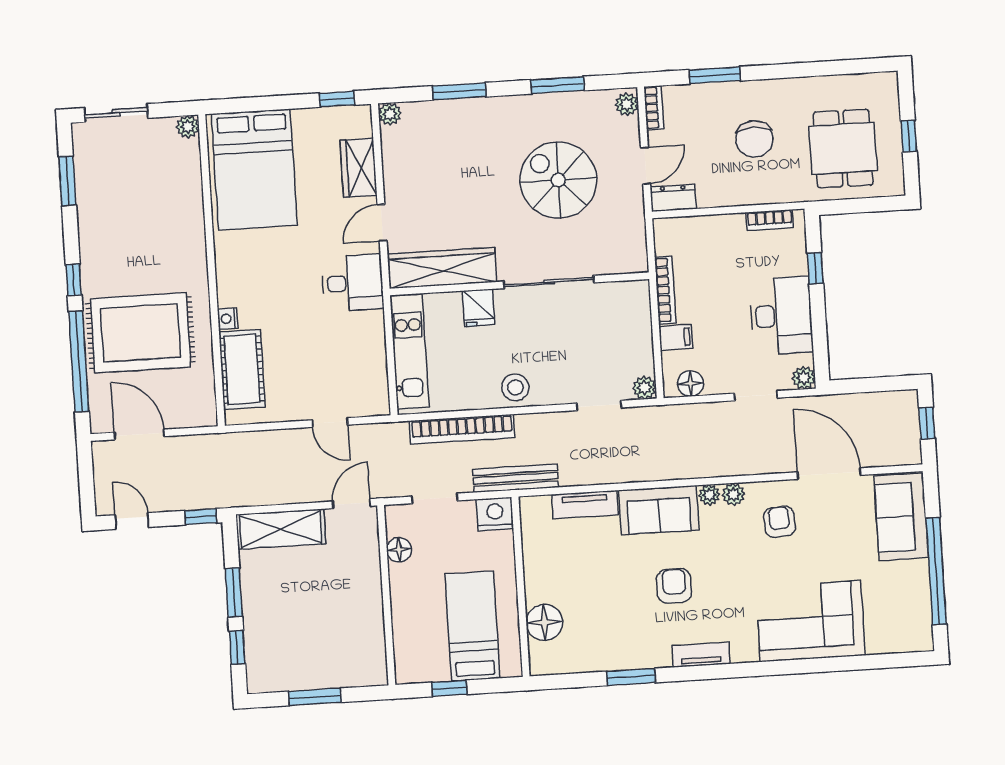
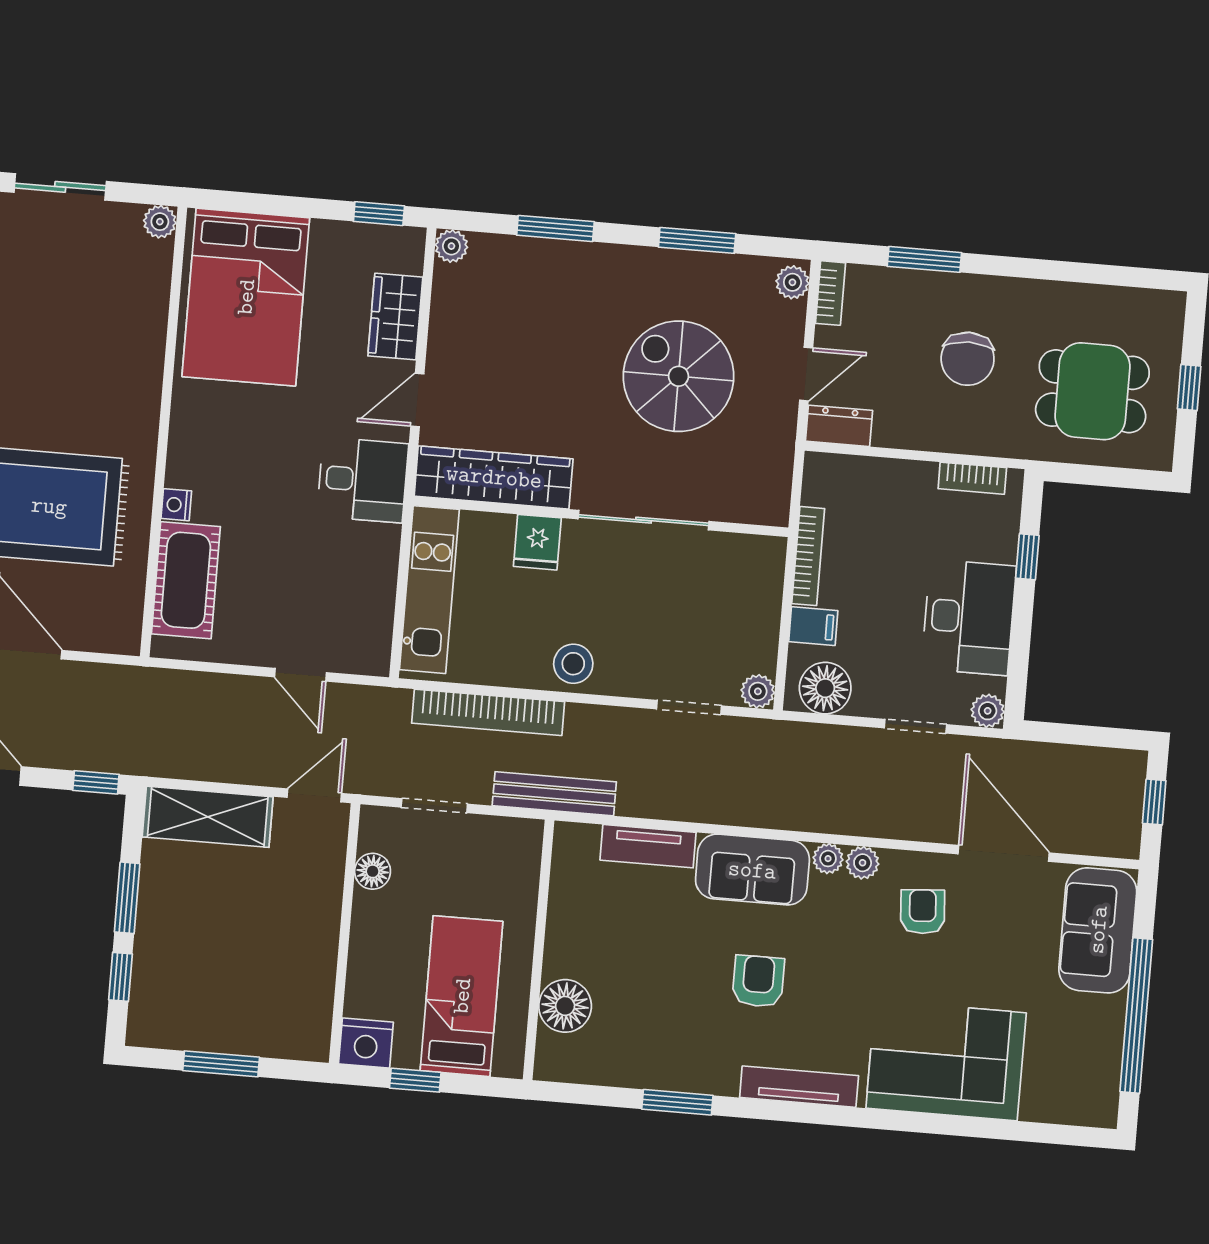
dining table: (843, 148) -> (1092, 391), turned 90
floor lamp: (691, 383) -> (825, 688), width x1.38, depth x1.38
nightstand: (495, 514) -> (366, 1043), moved, turned 180
tv unit: (701, 655) -> (799, 1087), width x1.41

